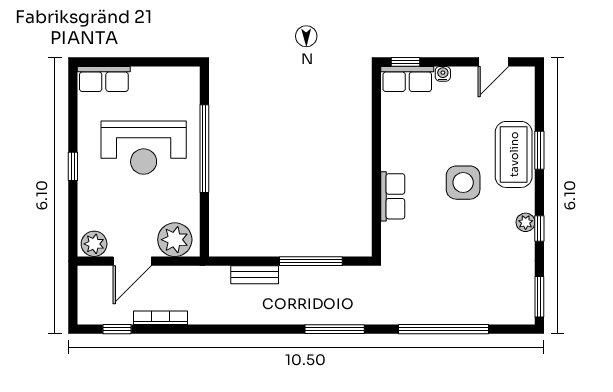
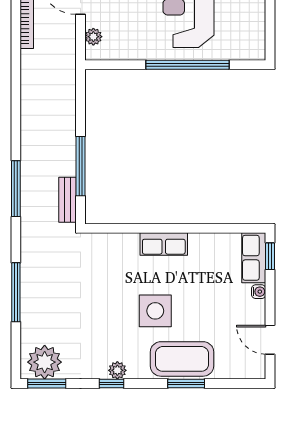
row of seats: (393, 196) -> (164, 244), moved
plant: (175, 240) -> (93, 37), width x0.53, depth x0.53
bench: (255, 275) -> (68, 200), moved
plant: (517, 299) -> (45, 362), added
window: (444, 329) -> (16, 292), width x0.68

